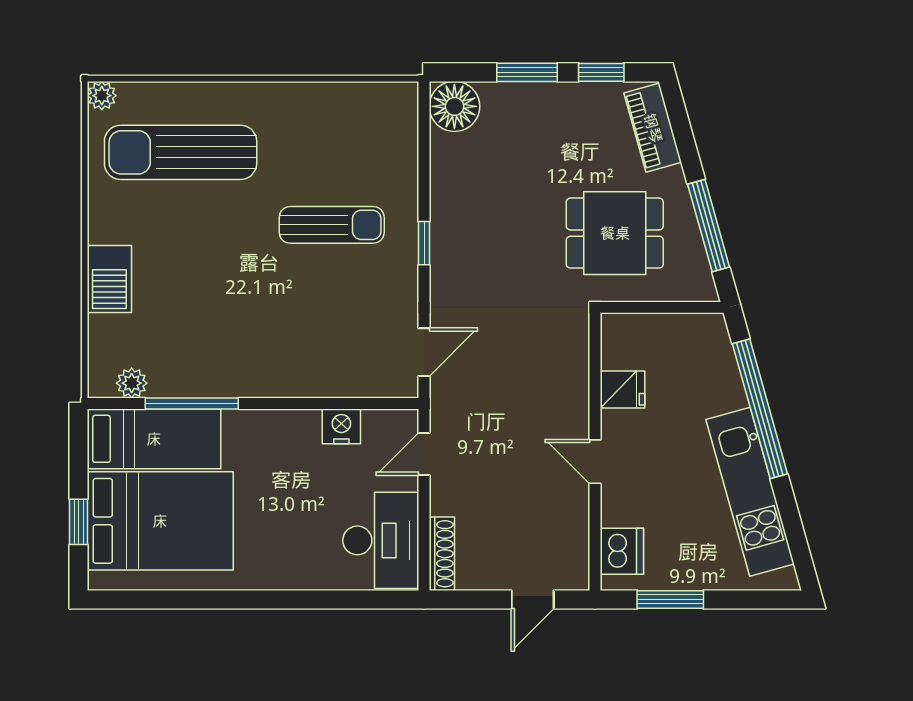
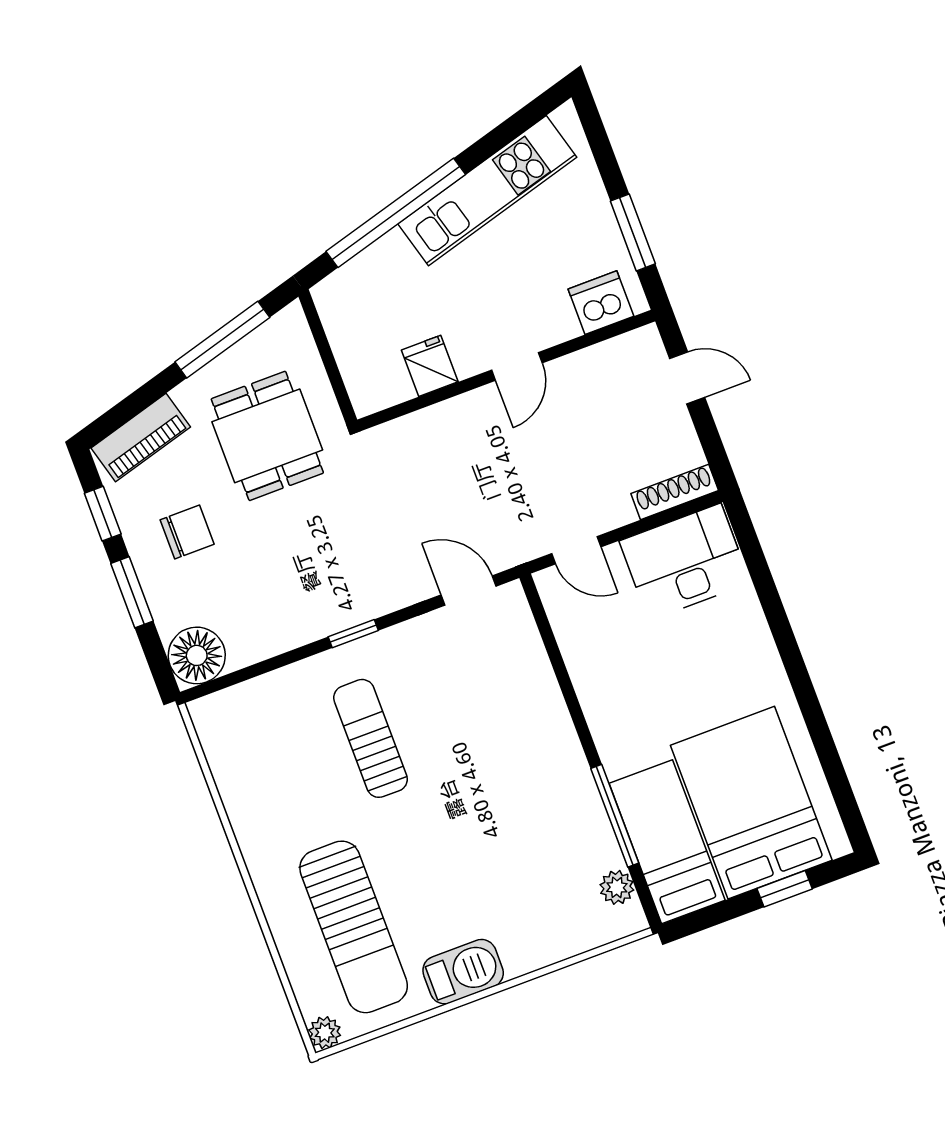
chair: (560, 137) -> (187, 532), added
barbecue: (109, 279) -> (463, 972), moved
nightstand: (341, 426) -> (580, 649), removed

